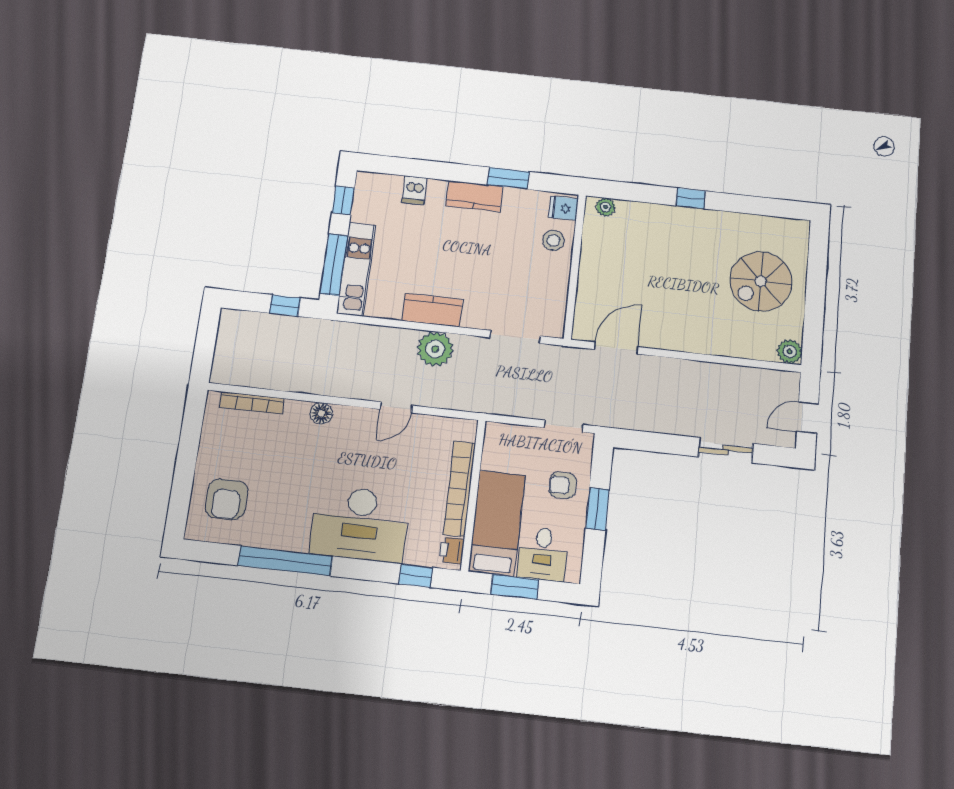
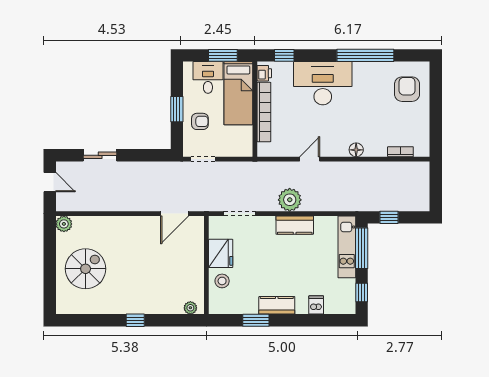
fridge: (564, 208) -> (221, 253), moved, width x1.88, depth x1.34
bookcase: (252, 403) -> (400, 152), width x0.64
door: (808, 418) -> (50, 182), hinge flipped

